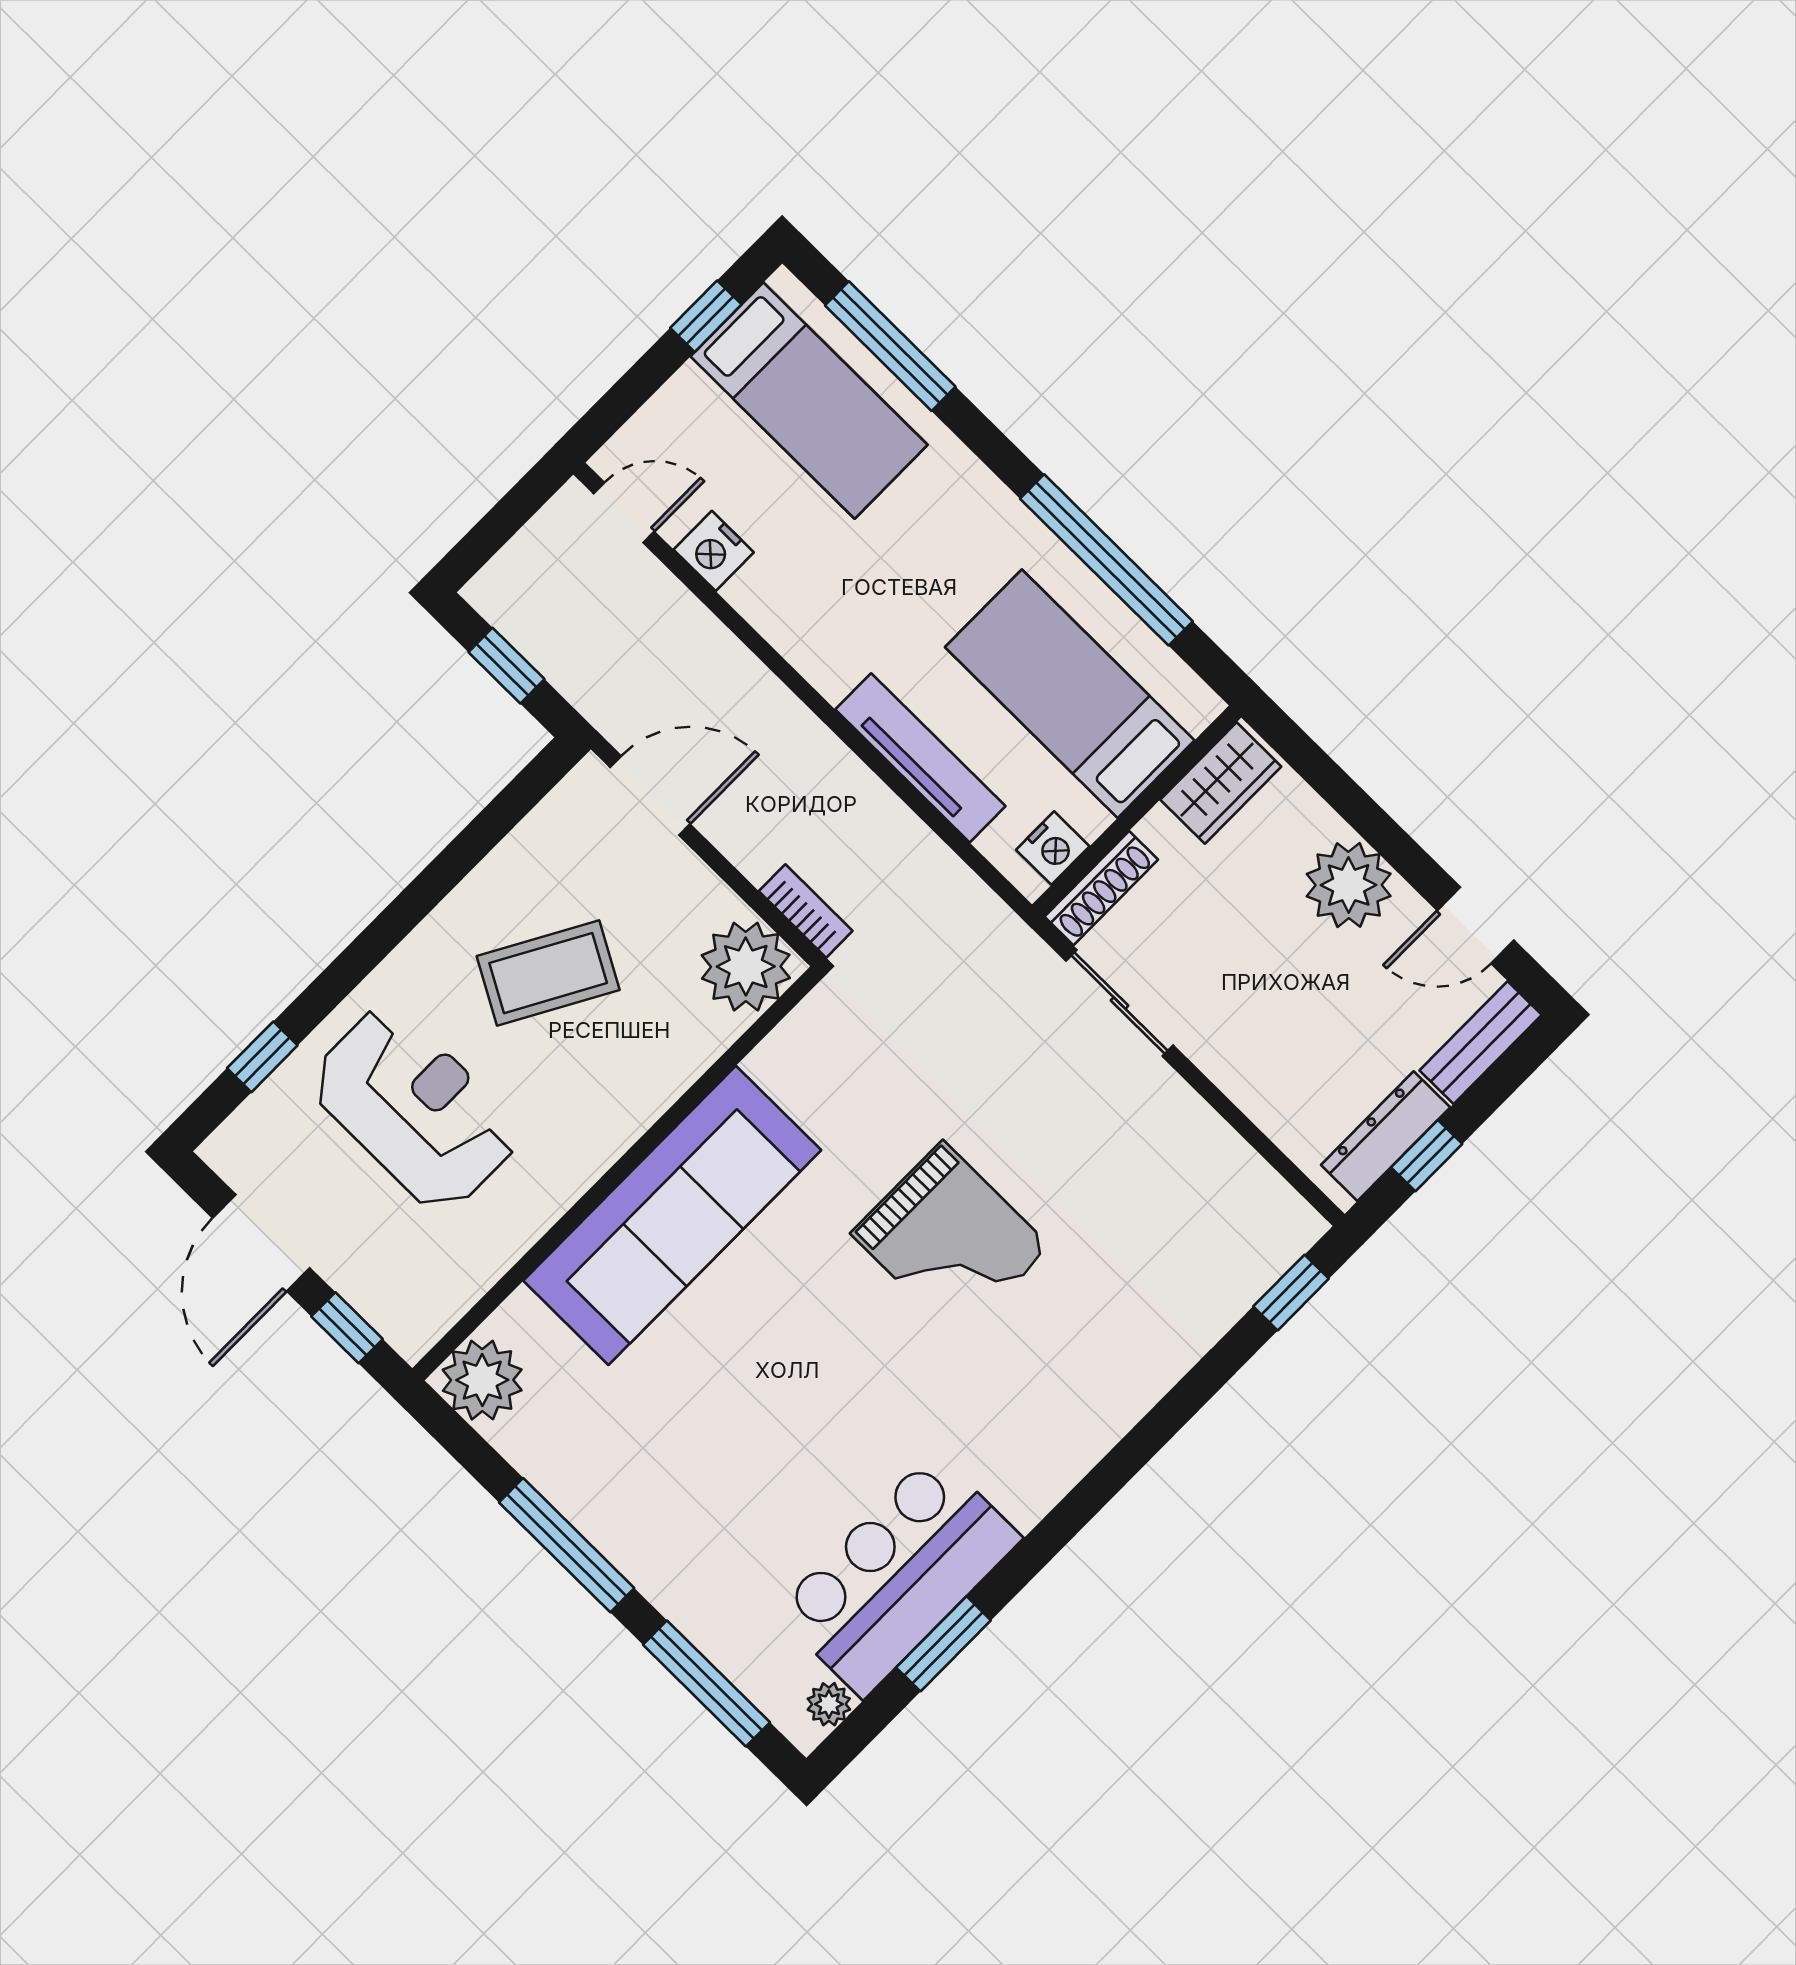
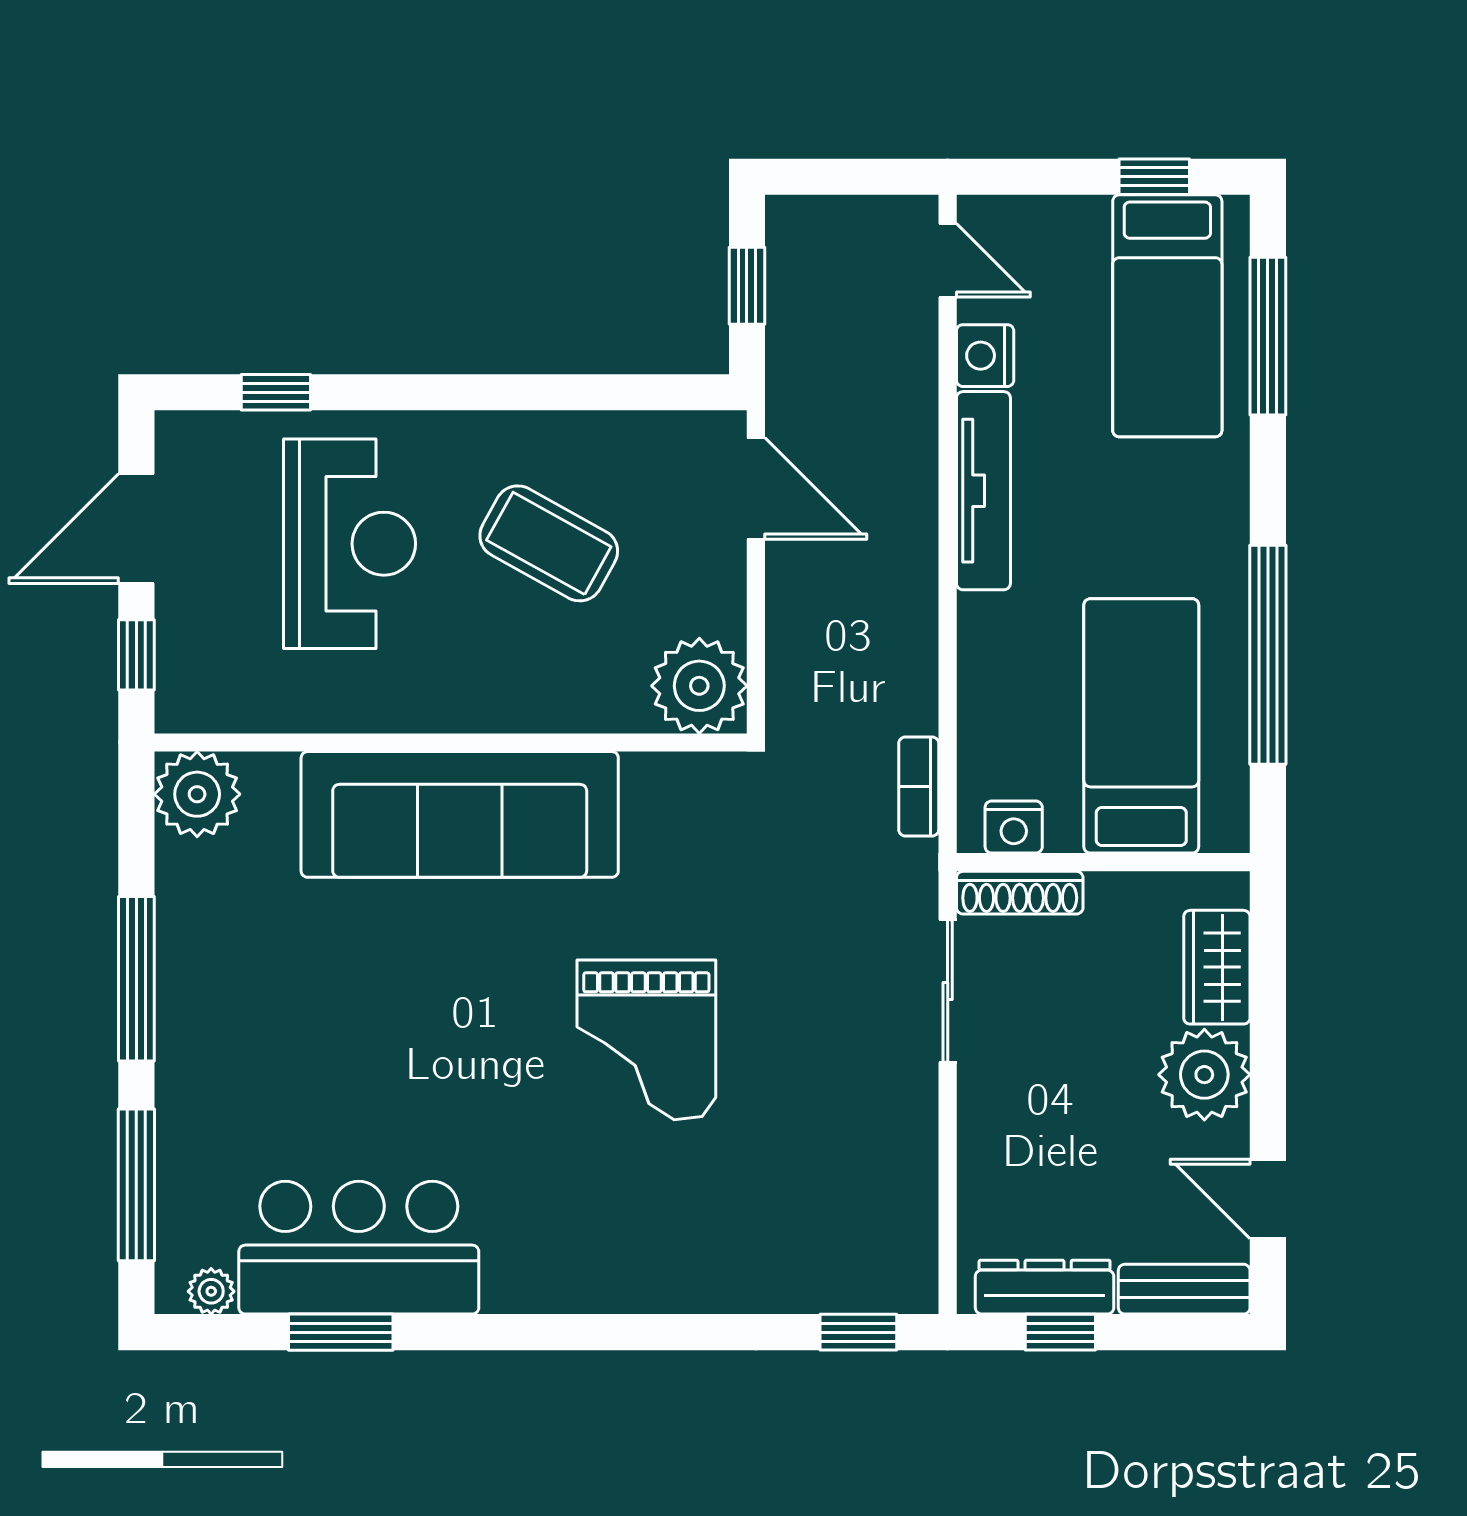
tv unit: (920, 758) -> (983, 491), moved
wardrobe: (1221, 783) -> (1217, 967), moved, turned 90
bookcase: (806, 911) -> (919, 786), moved, turned 180

